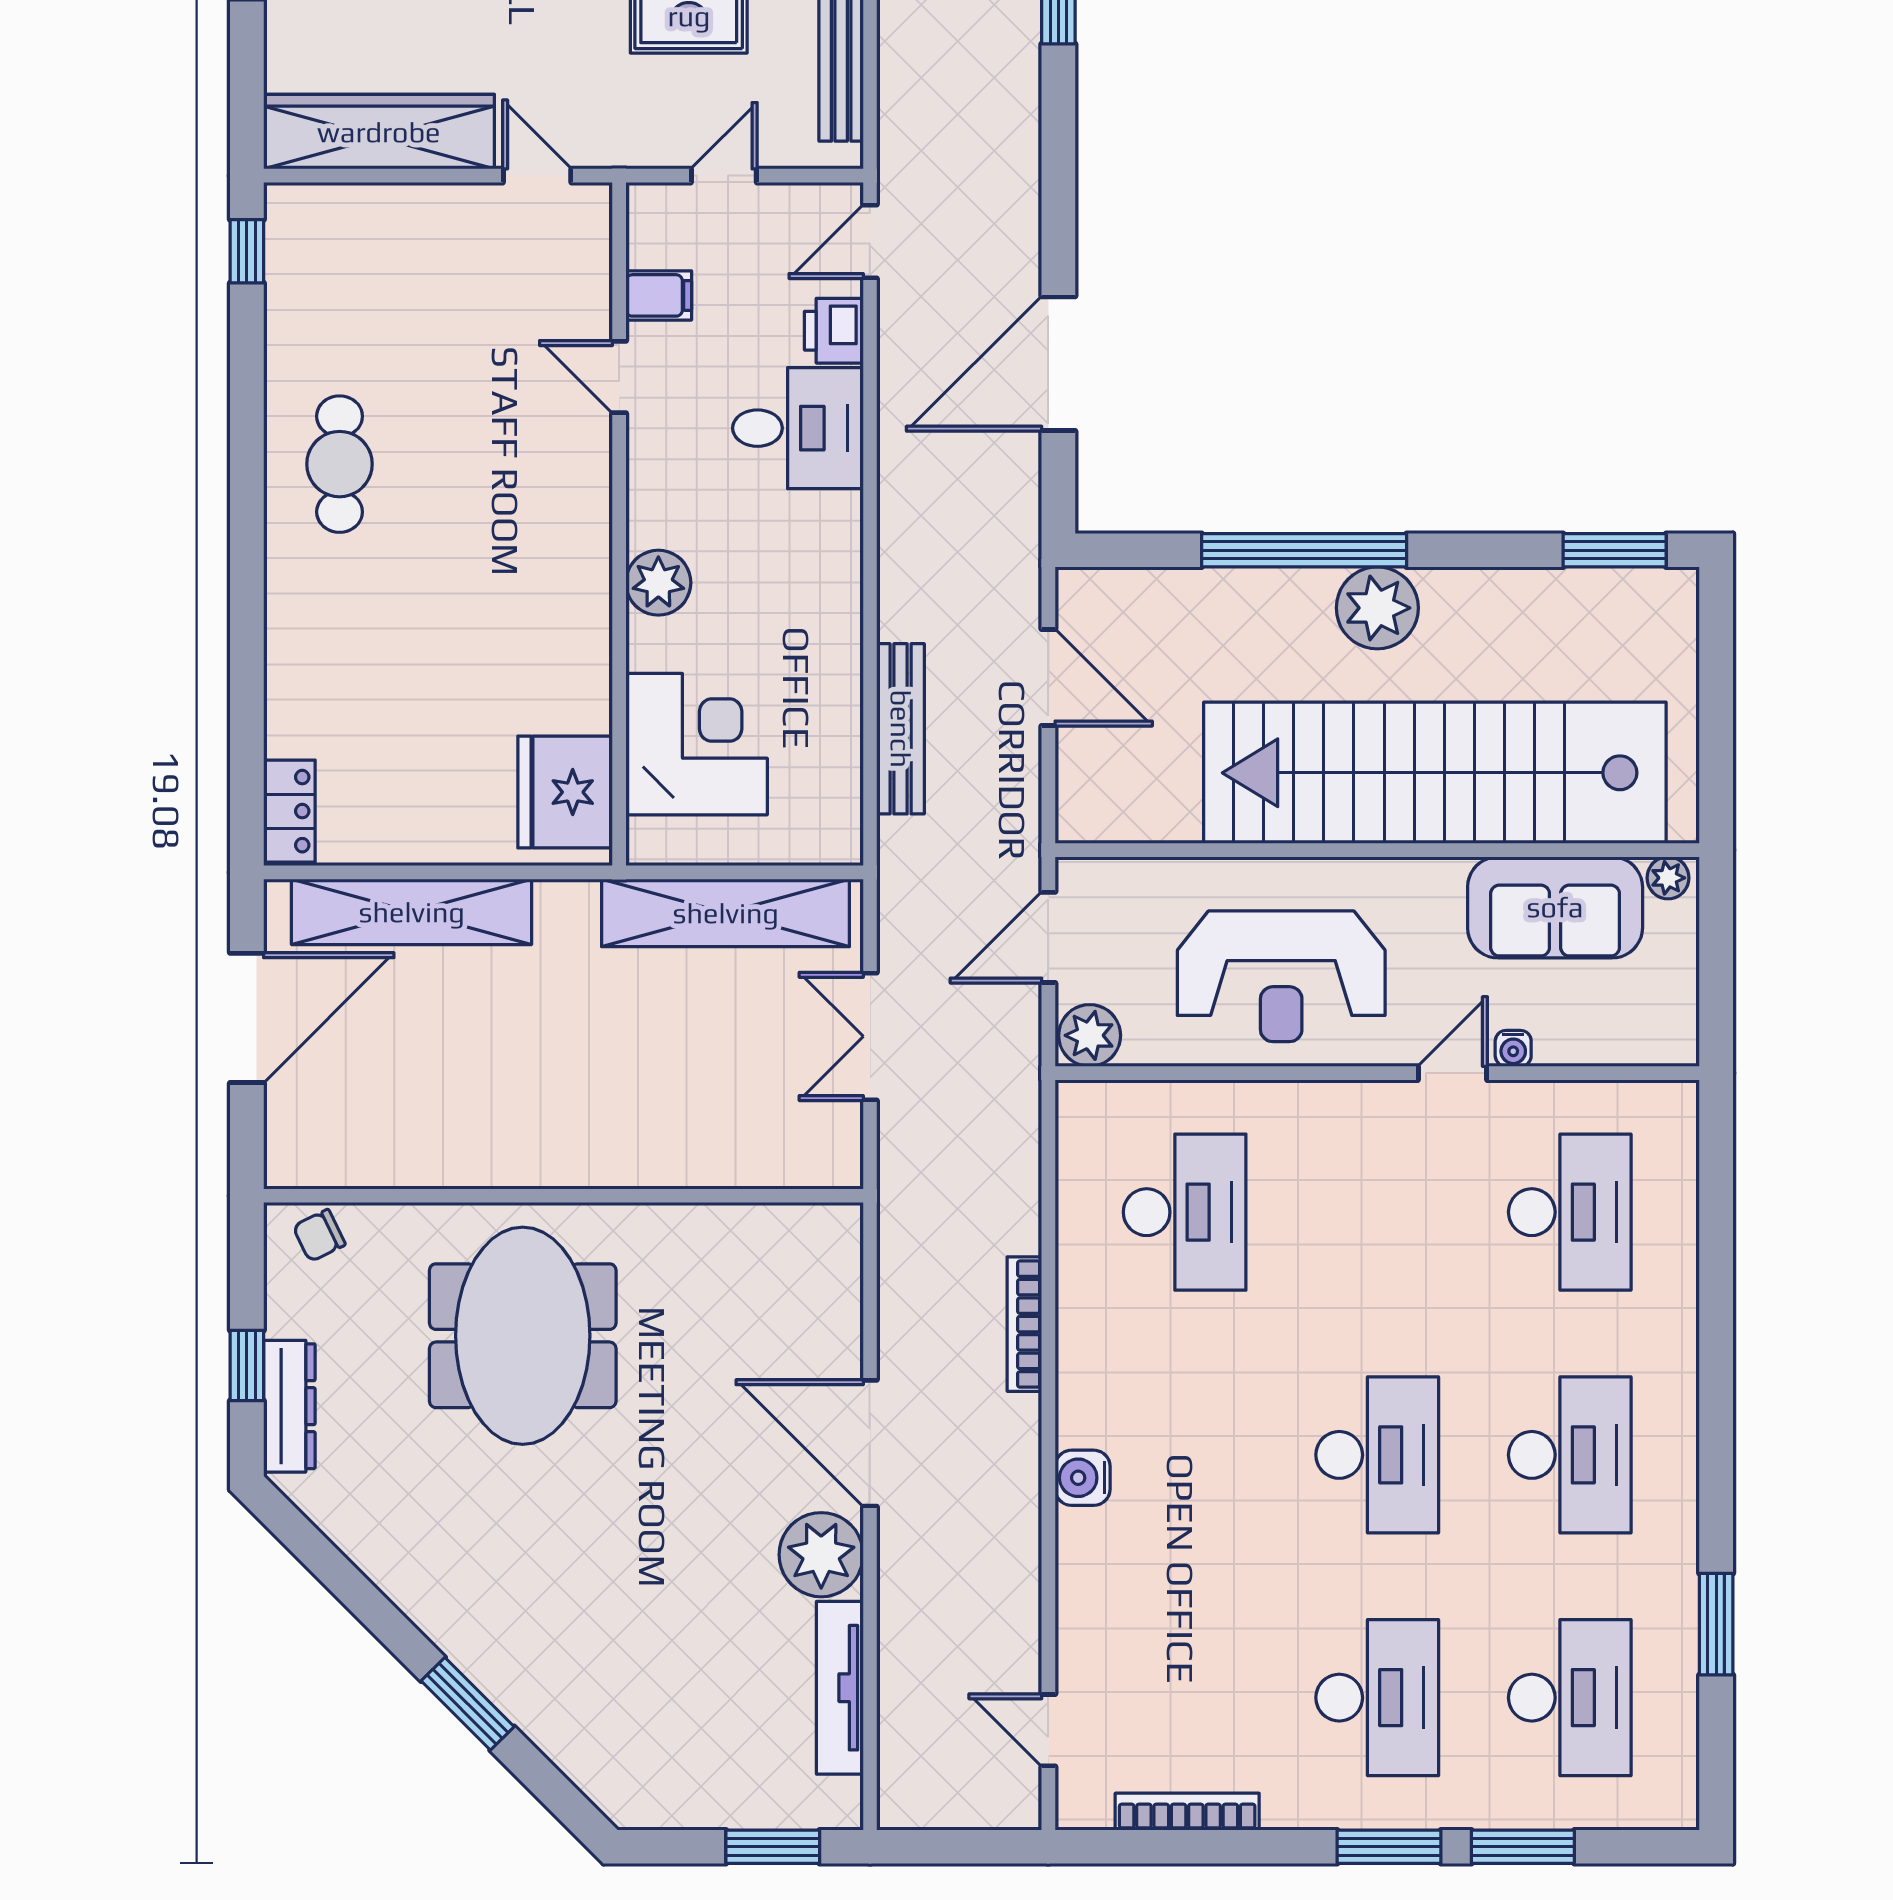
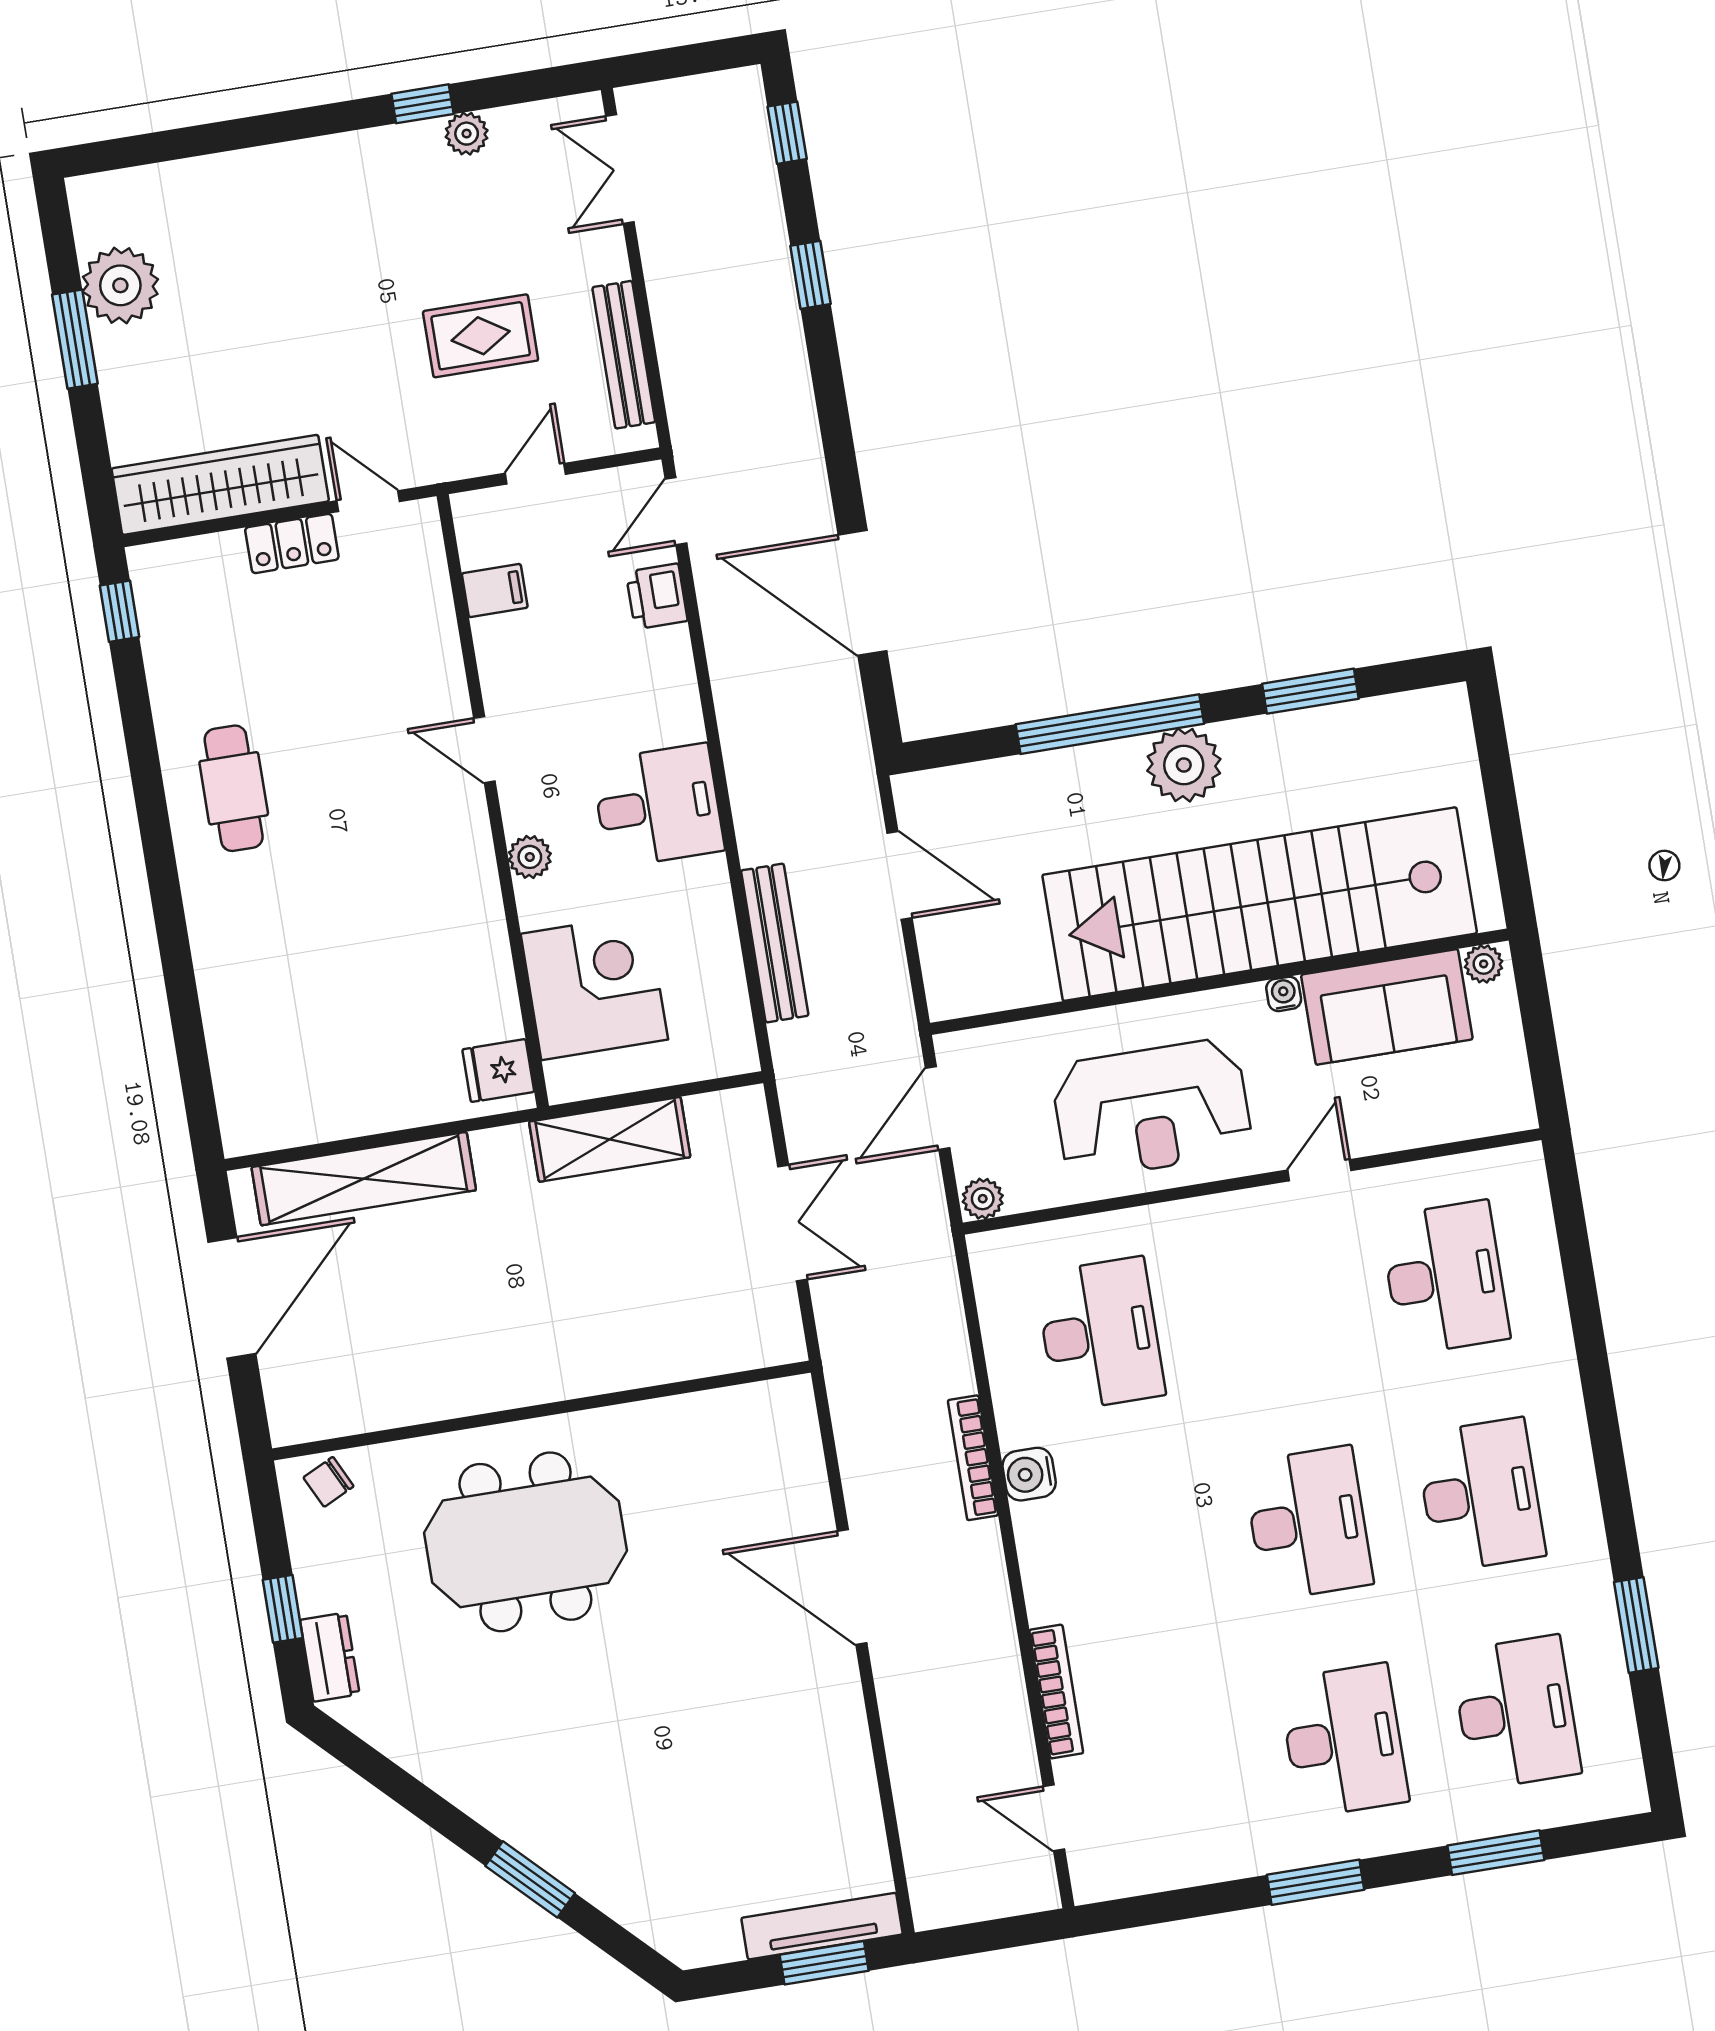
door: (1058, 364) -> (863, 593), hinge flipped
door: (619, 377) -> (484, 750), moved
desk: (798, 428) -> (658, 806), moved
window: (1615, 550) -> (1310, 691), moved
plant: (658, 583) -> (530, 857), width x0.73, depth x0.73
fridge: (565, 792) -> (498, 1071), width x0.53, depth x0.75
locker: (289, 811) -> (292, 543), moved, turned 90
shelving: (726, 913) -> (610, 1139), width x0.68
plant: (1090, 1035) -> (983, 1199), width x0.73, depth x0.73
double door: (870, 1036) -> (792, 1223), swing flipped
water cooler: (1513, 1048) -> (1284, 994), moved, turned 180
meeting table: (523, 1336) -> (525, 1542), turned 90
dresser: (289, 1406) -> (330, 1657), width x0.70
water cooler: (1083, 1478) -> (1029, 1474), moved
plant: (821, 1555) -> (825, 1694), removed
tv unit: (840, 1688) -> (822, 1926), moved, turned 90
bookcase: (1187, 1812) -> (1056, 1692), moved, turned 90
window: (1389, 1847) -> (1316, 1882), moved

